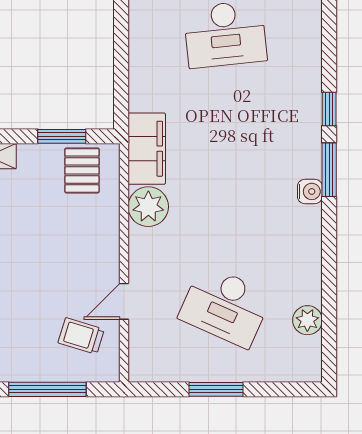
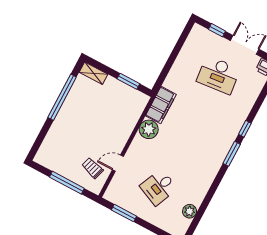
pallet: (82, 170) -> (129, 100), removed
water cooler: (310, 191) -> (219, 159), removed
desk: (225, 306) -> (159, 187), width x0.73
window: (216, 389) -> (124, 213), moved

